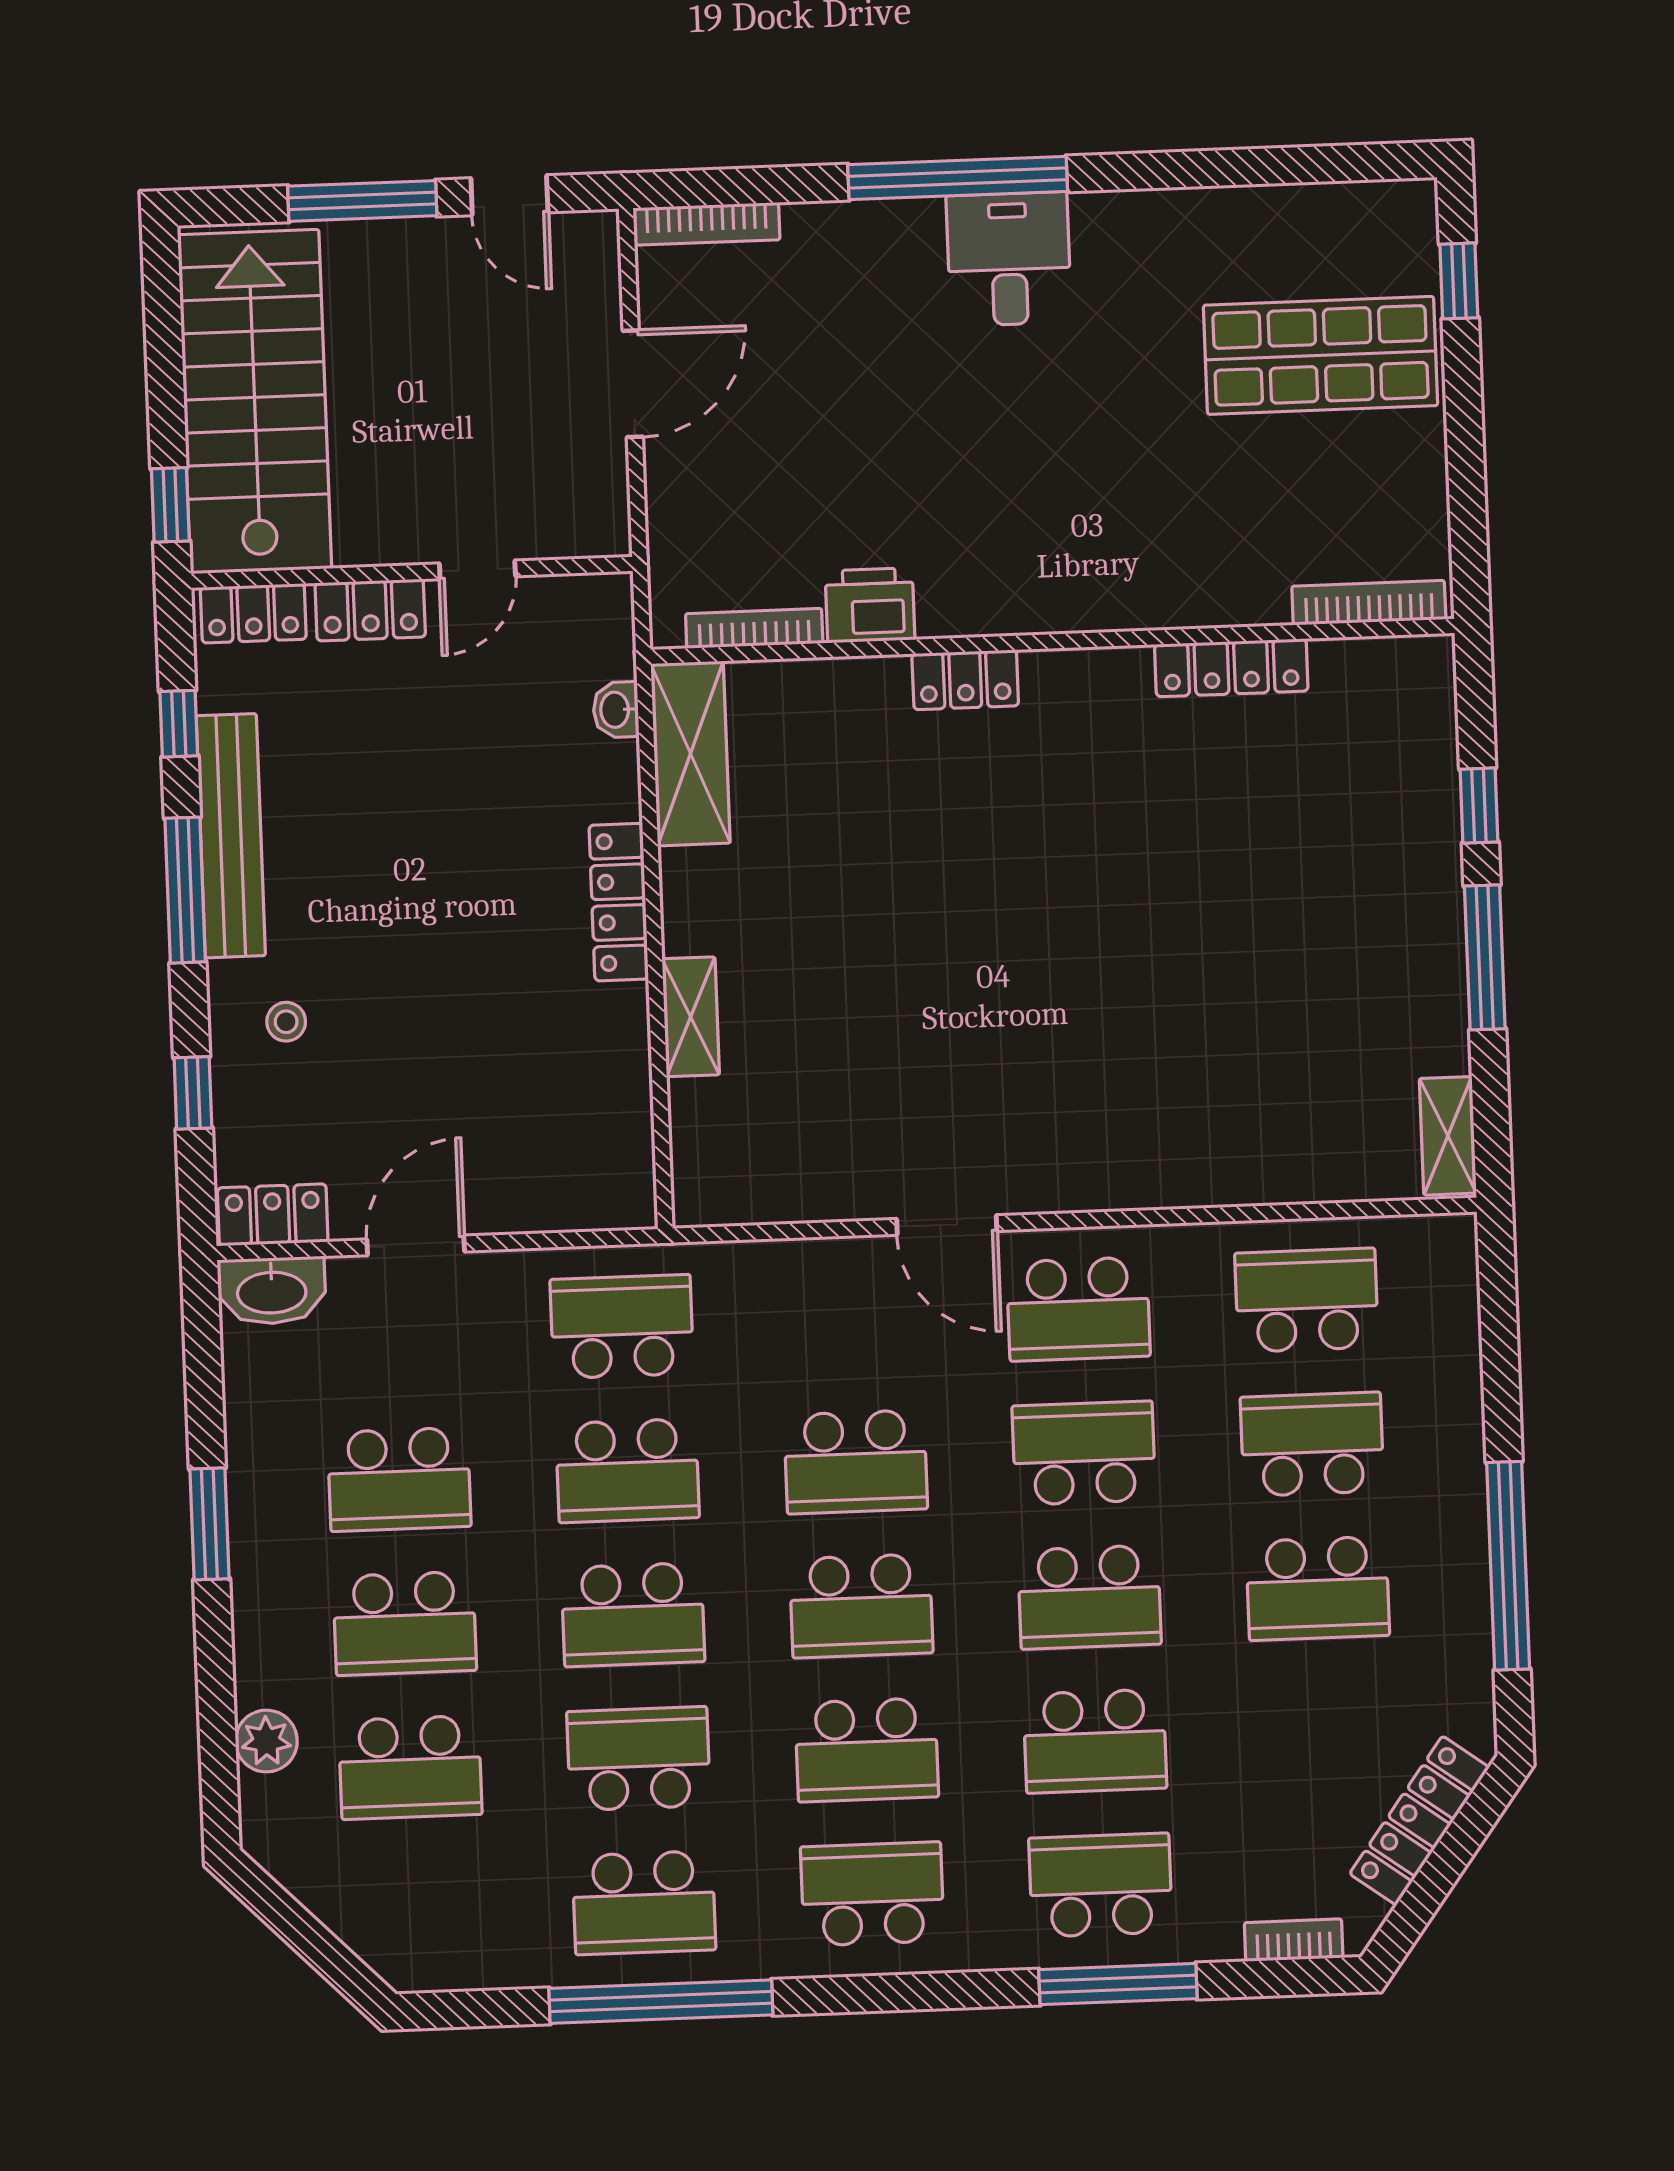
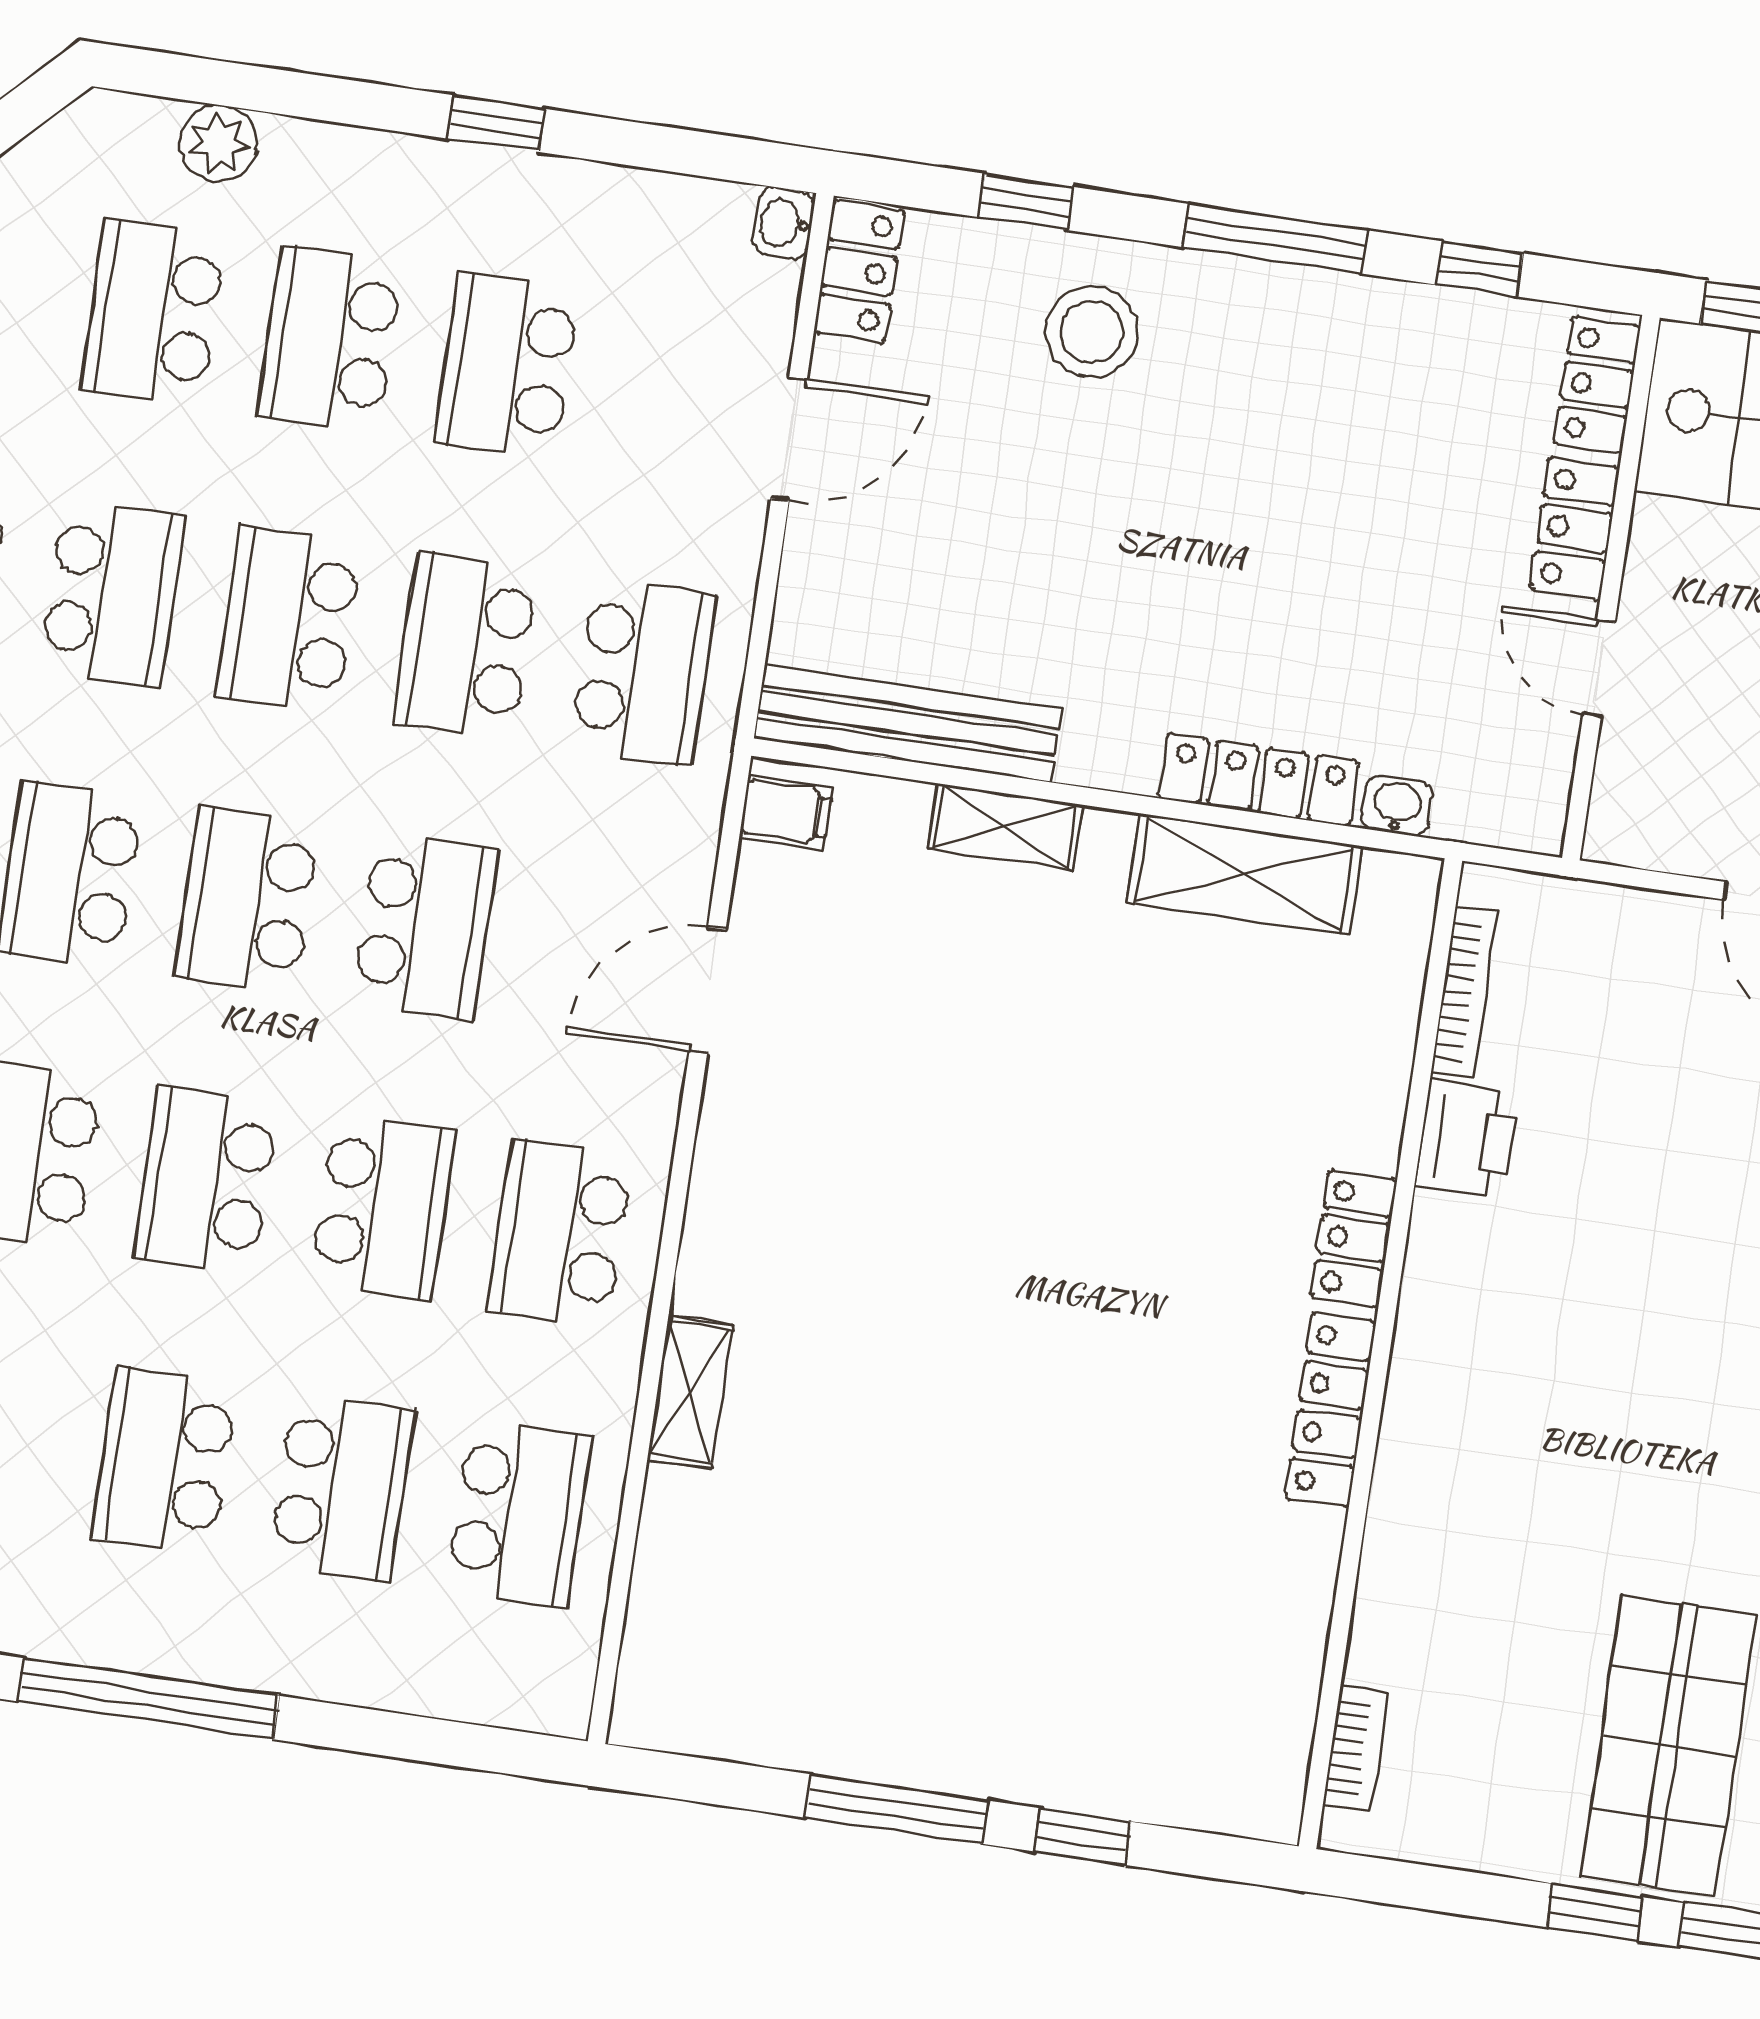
window: (1463, 389) -> (1595, 1912), added
bookcase: (1369, 603) -> (1355, 1749), width x0.64
locker: (1231, 668) -> (1331, 1410), moved
shelving: (690, 754) -> (1245, 874), moved
bench: (231, 836) -> (908, 723), moved
locker: (619, 902) -> (1258, 779), moved
stool: (286, 1022) -> (1092, 332), width x1.89, depth x1.89
shelving: (1448, 1136) -> (690, 1392), moved, turned 90
filing cabinet: (712, 1192) -> (786, 812), added
door: (947, 1225) -> (708, 991), moved
door: (416, 1245) -> (789, 439), hinge flipped
washbasin: (272, 1291) -> (784, 223), width x0.52, depth x0.69
school desk: (856, 1462) -> (425, 926), turned 180
window: (209, 1524) -> (496, 124), width x0.67

